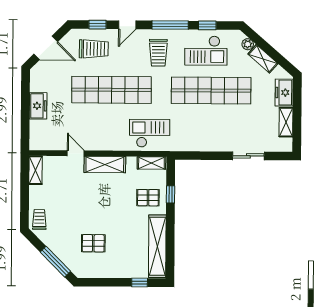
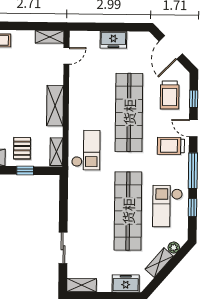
trolley: (158, 53) -> (171, 146), moved
shelving: (286, 122) -> (82, 285), moved
door: (76, 153) -> (66, 56), moved

